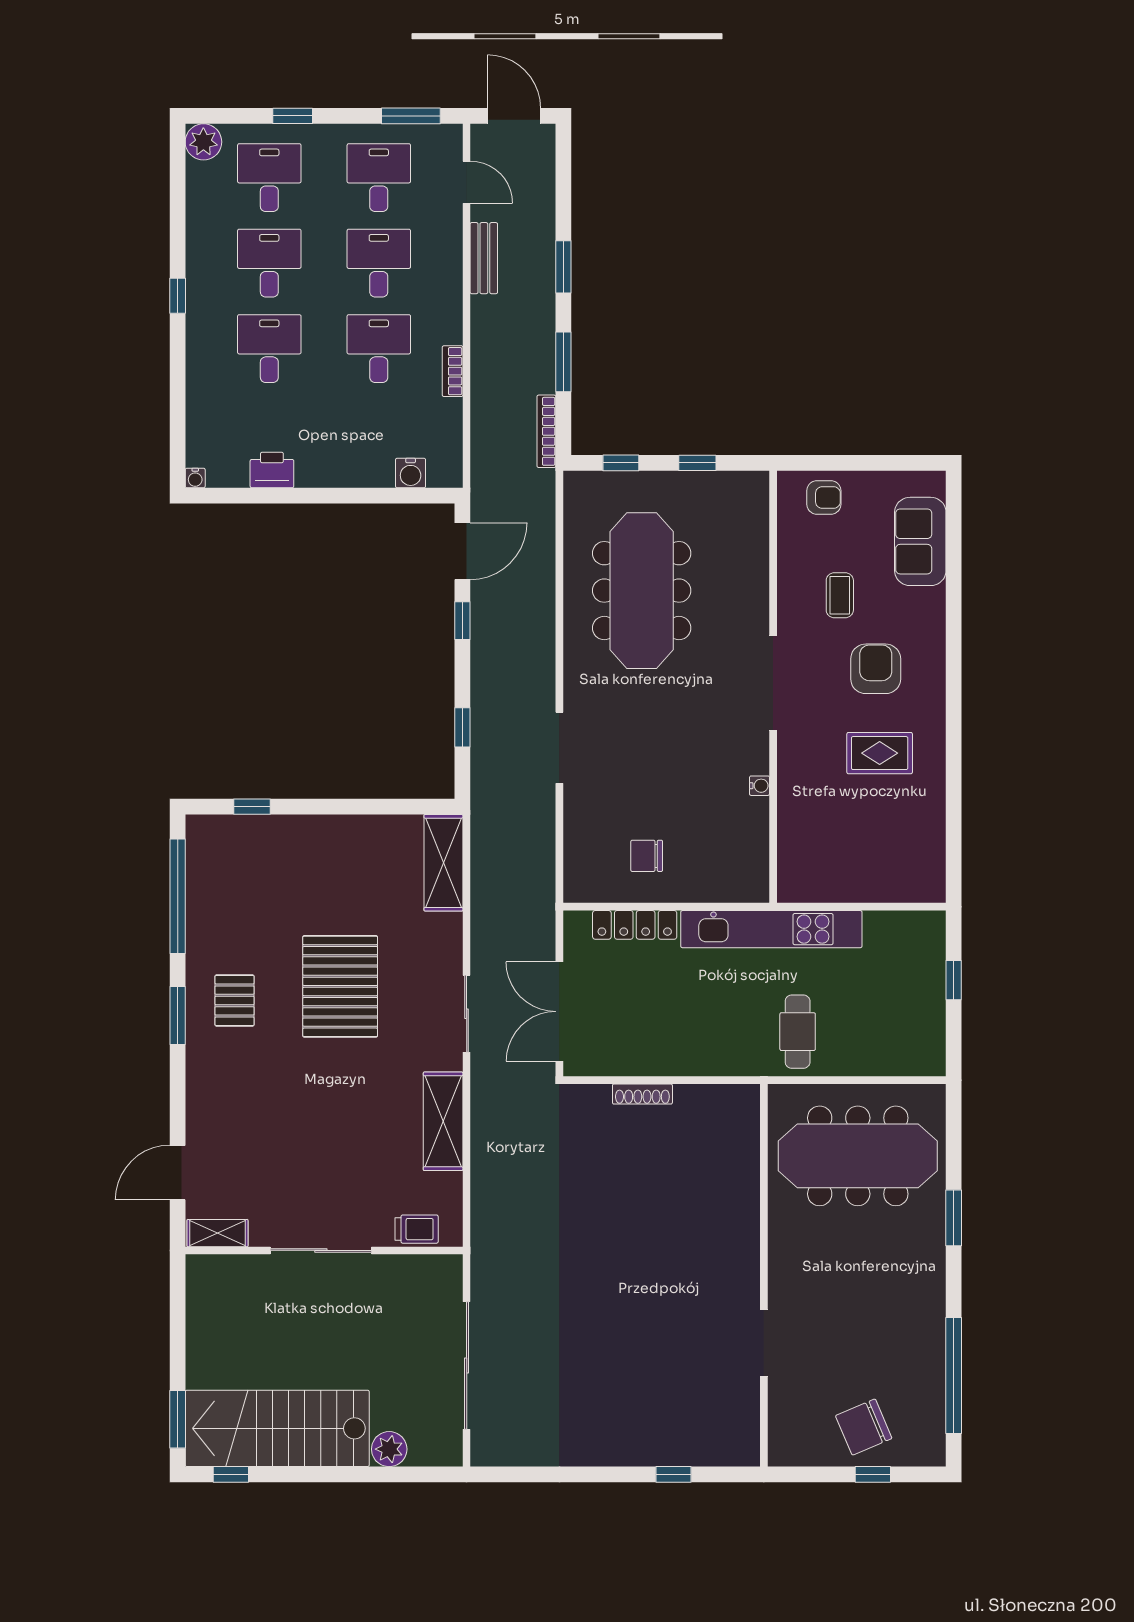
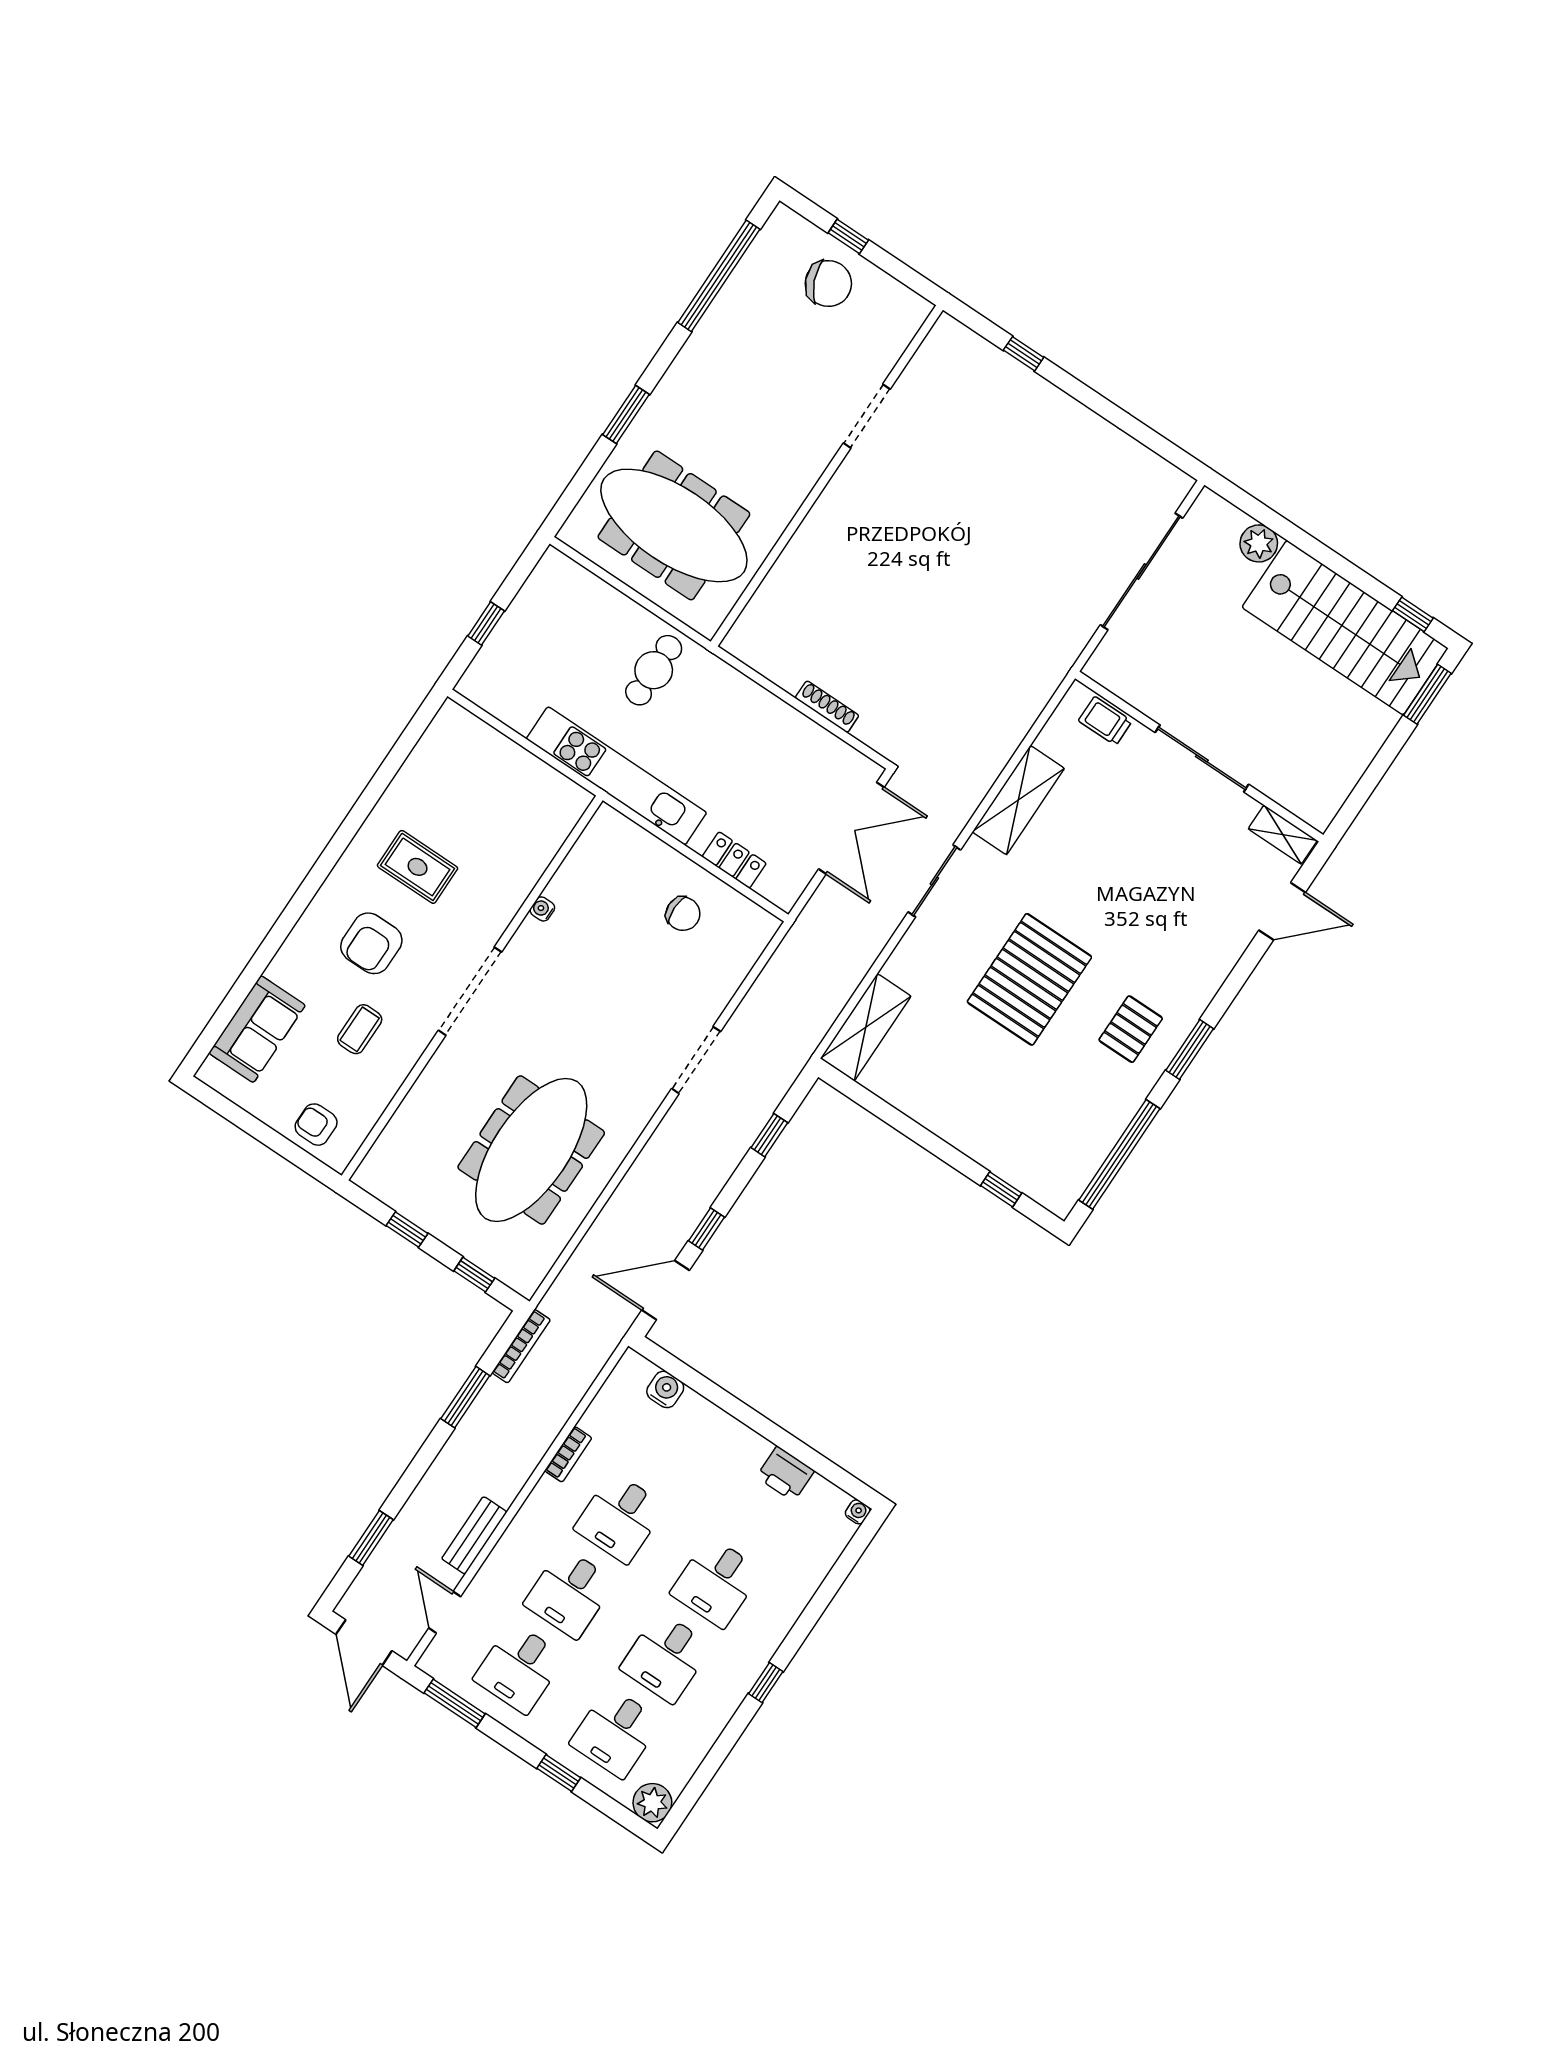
window: (563, 267) -> (371, 1538), moved
locker: (635, 925) -> (734, 860), width x0.66

